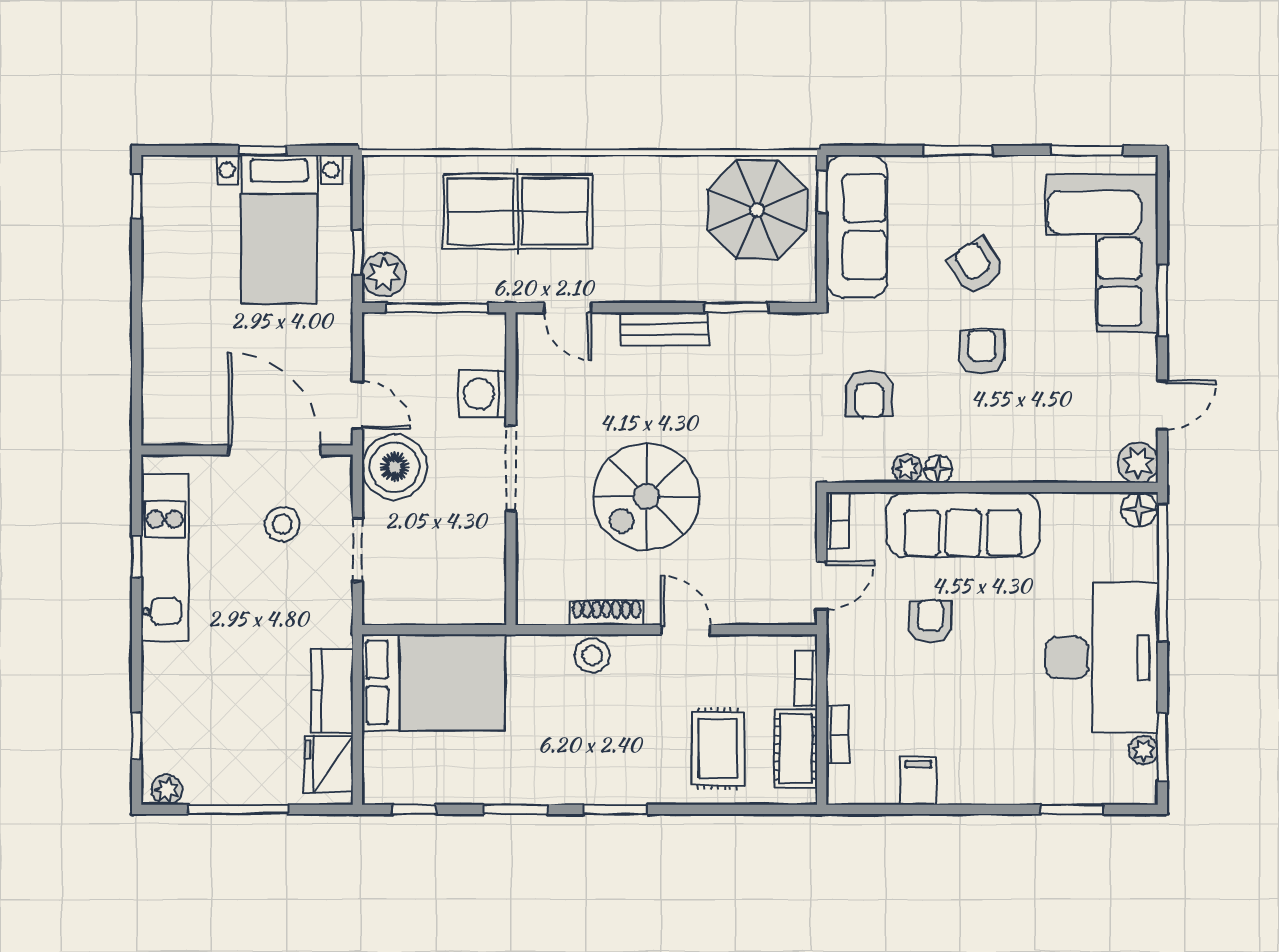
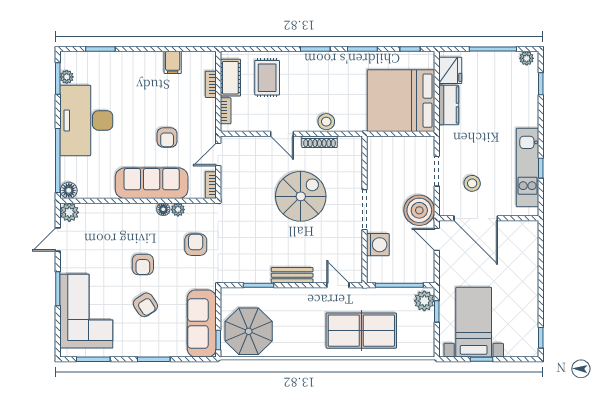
bed: (433, 682) -> (401, 101), width x1.36

